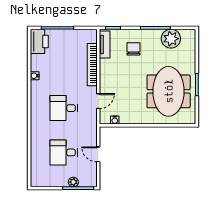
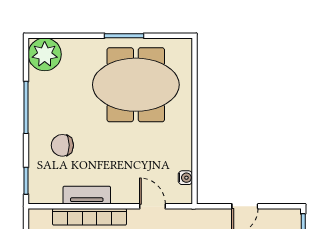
plant: (171, 39) -> (45, 54), moved
tv unit: (105, 45) -> (87, 195), moved

